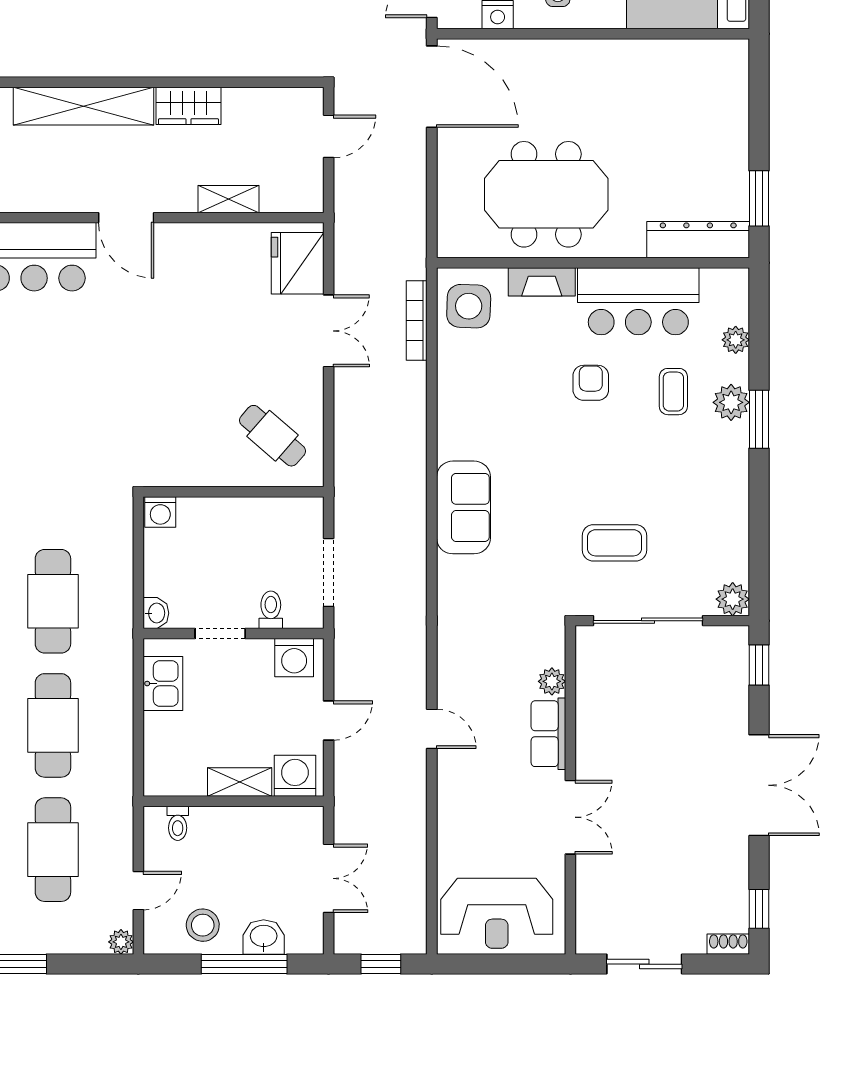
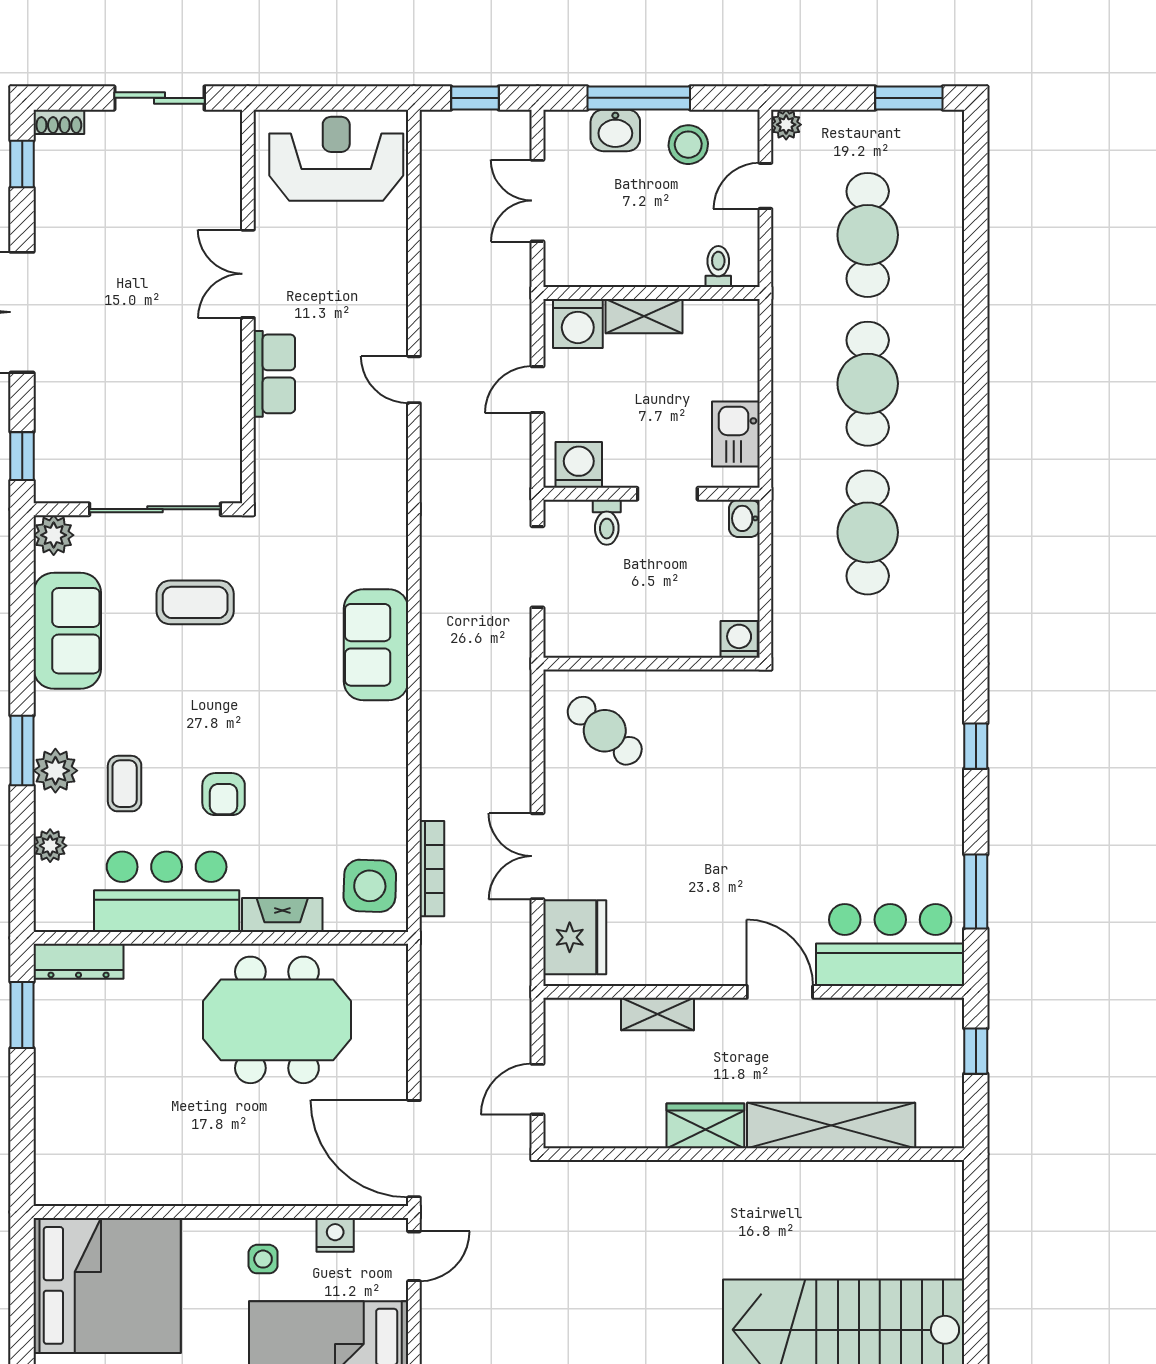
dresser: (698, 240) -> (79, 961), width x0.73, depth x0.80
sofa: (721, 519) -> (67, 631), added
plant: (552, 681) -> (270, 436), removed

